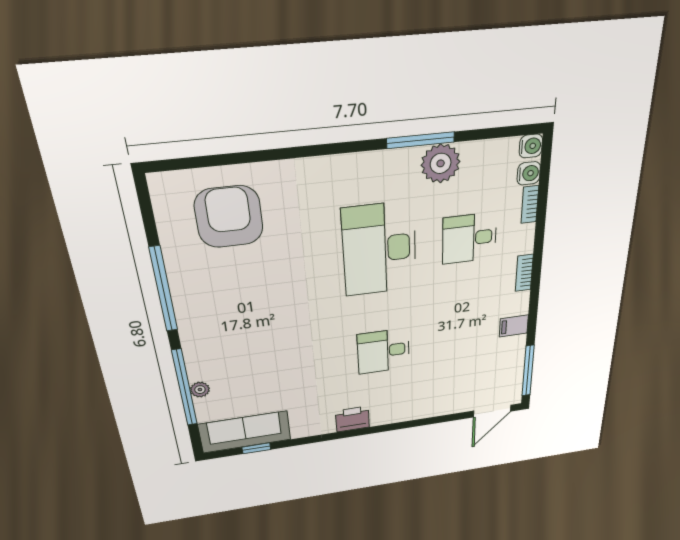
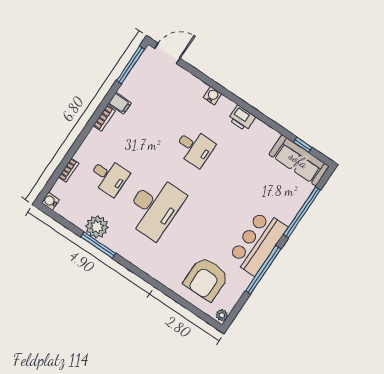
water cooler: (529, 173) -> (213, 96), moved, turned 90
bookcase: (524, 273) -> (104, 118), moved
bar counter: (204, 314) -> (258, 243), added
plant: (200, 390) -> (222, 315), moved

